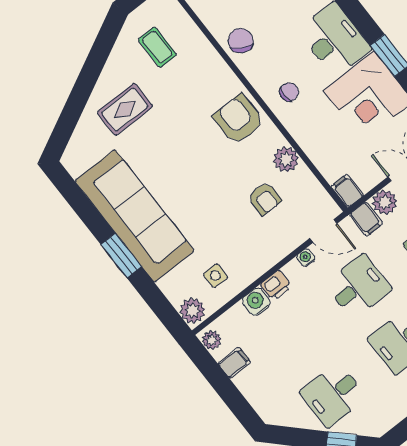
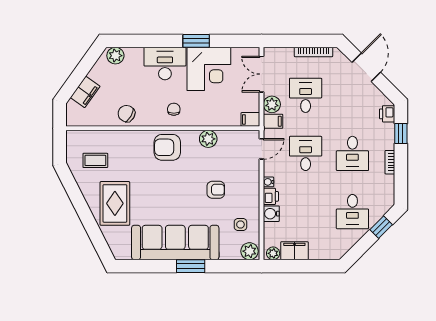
rug: (125, 109) -> (115, 203), width x1.36, depth x1.43
armchair: (265, 198) -> (216, 190), moved
water cooler: (306, 258) -> (269, 182), moved
filing cabinet: (234, 363) -> (294, 251), width x2.00

